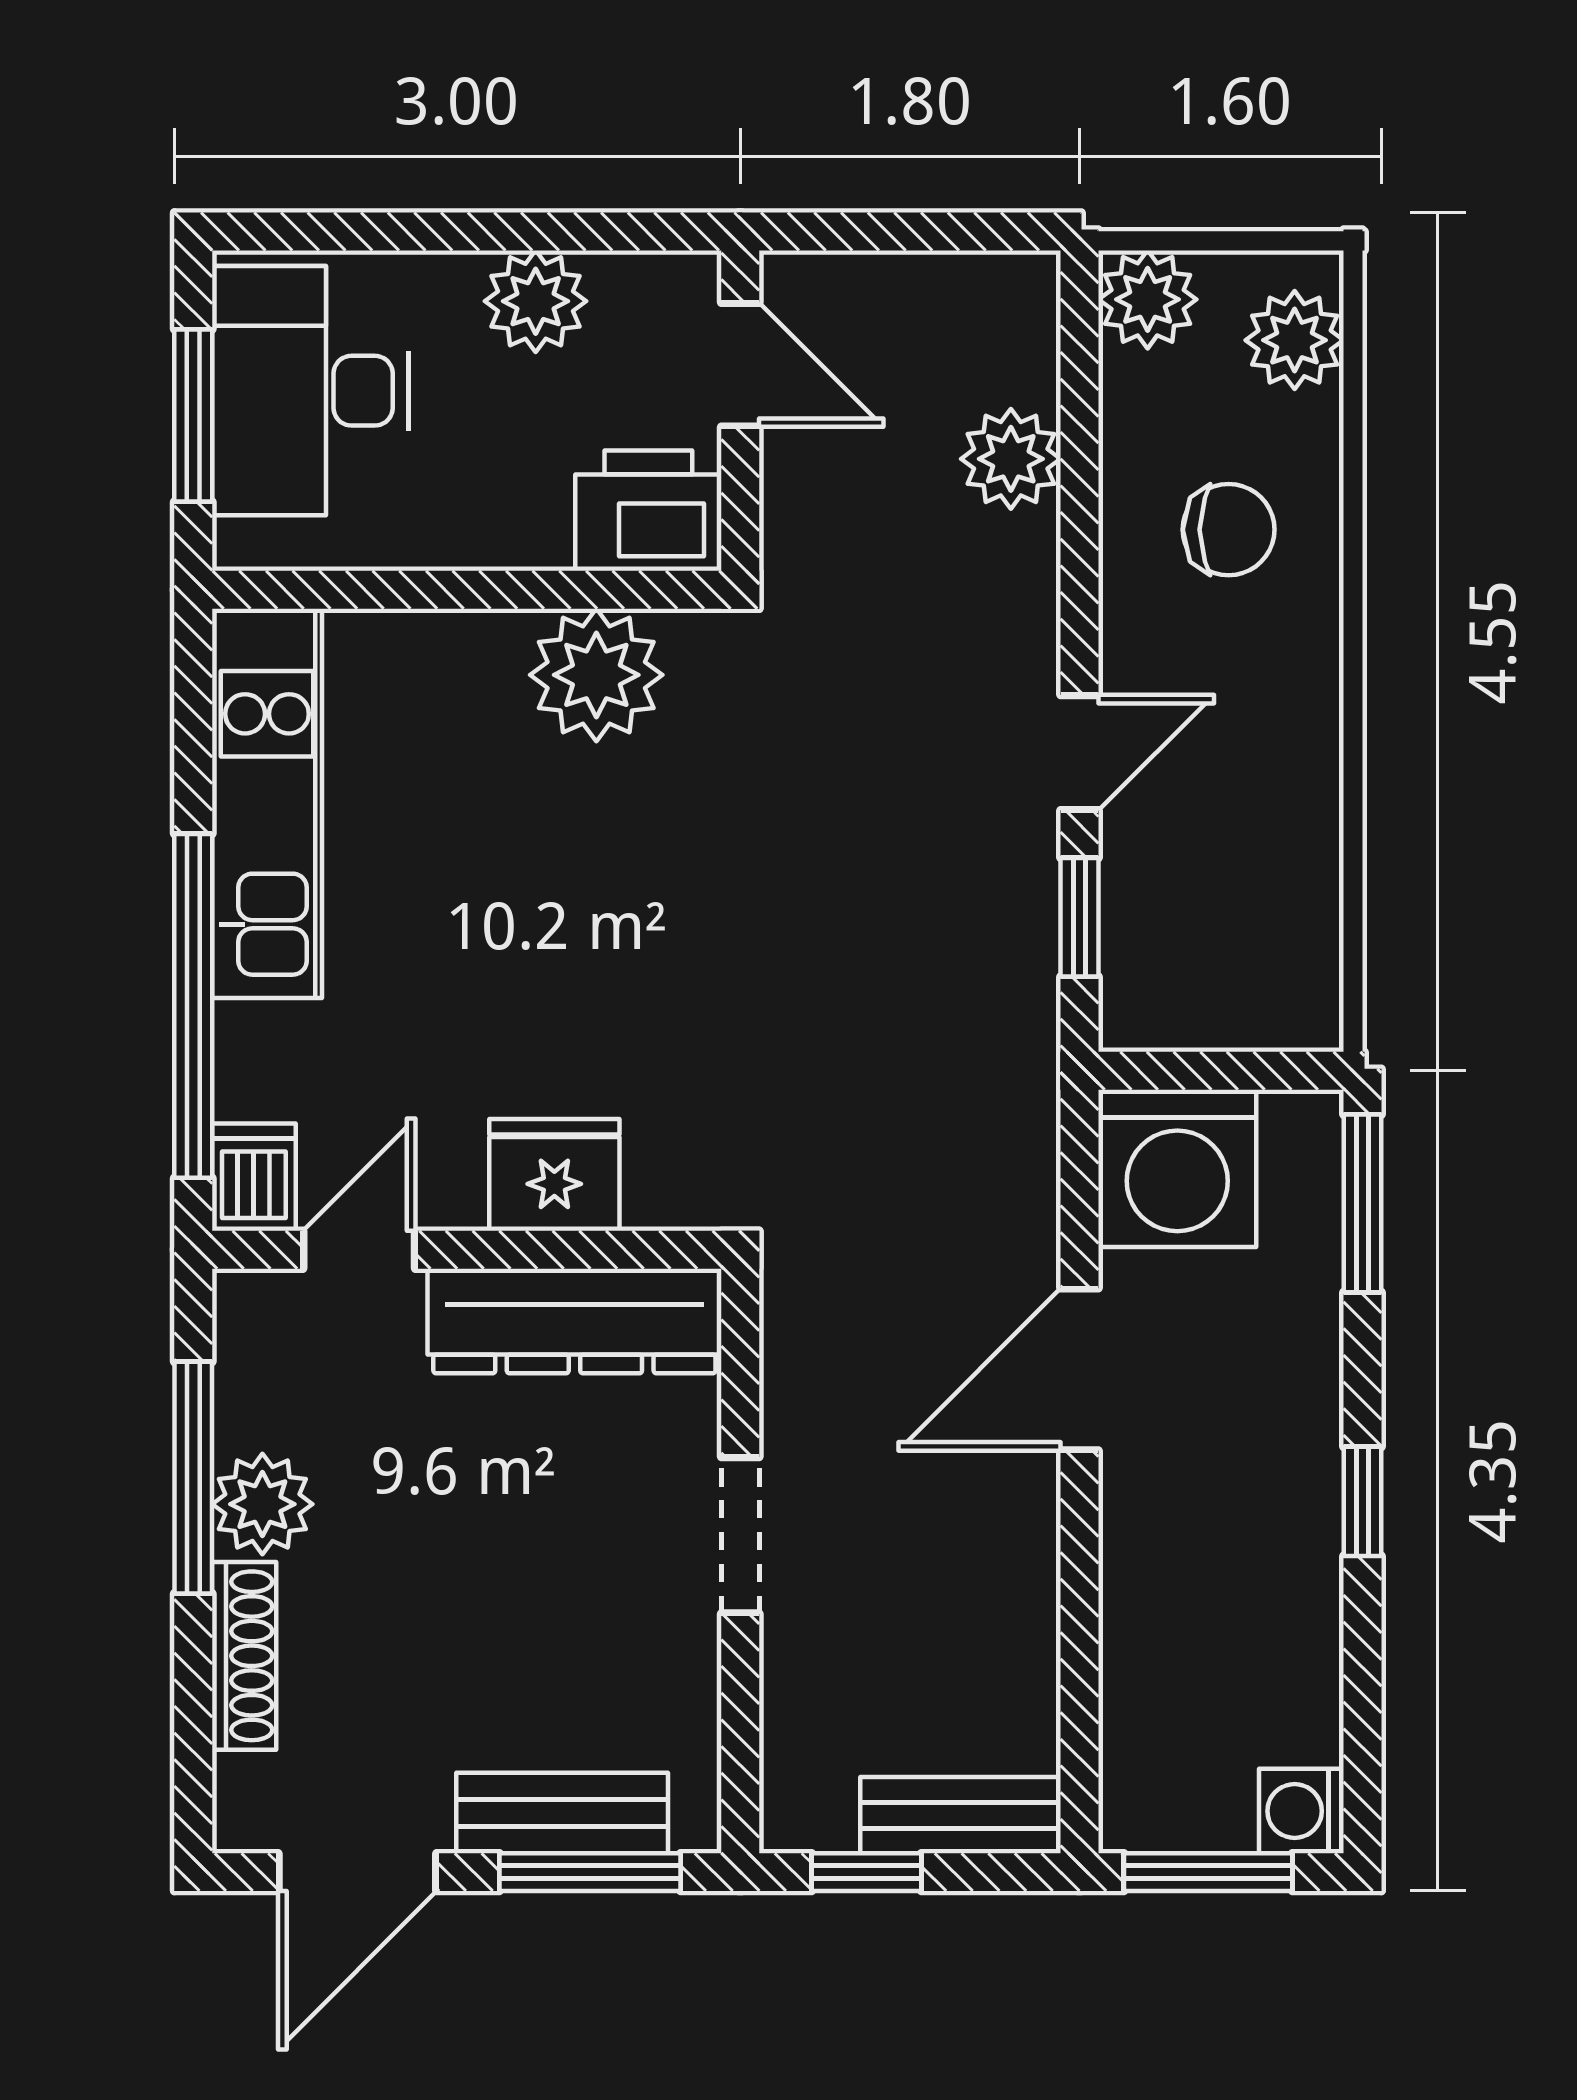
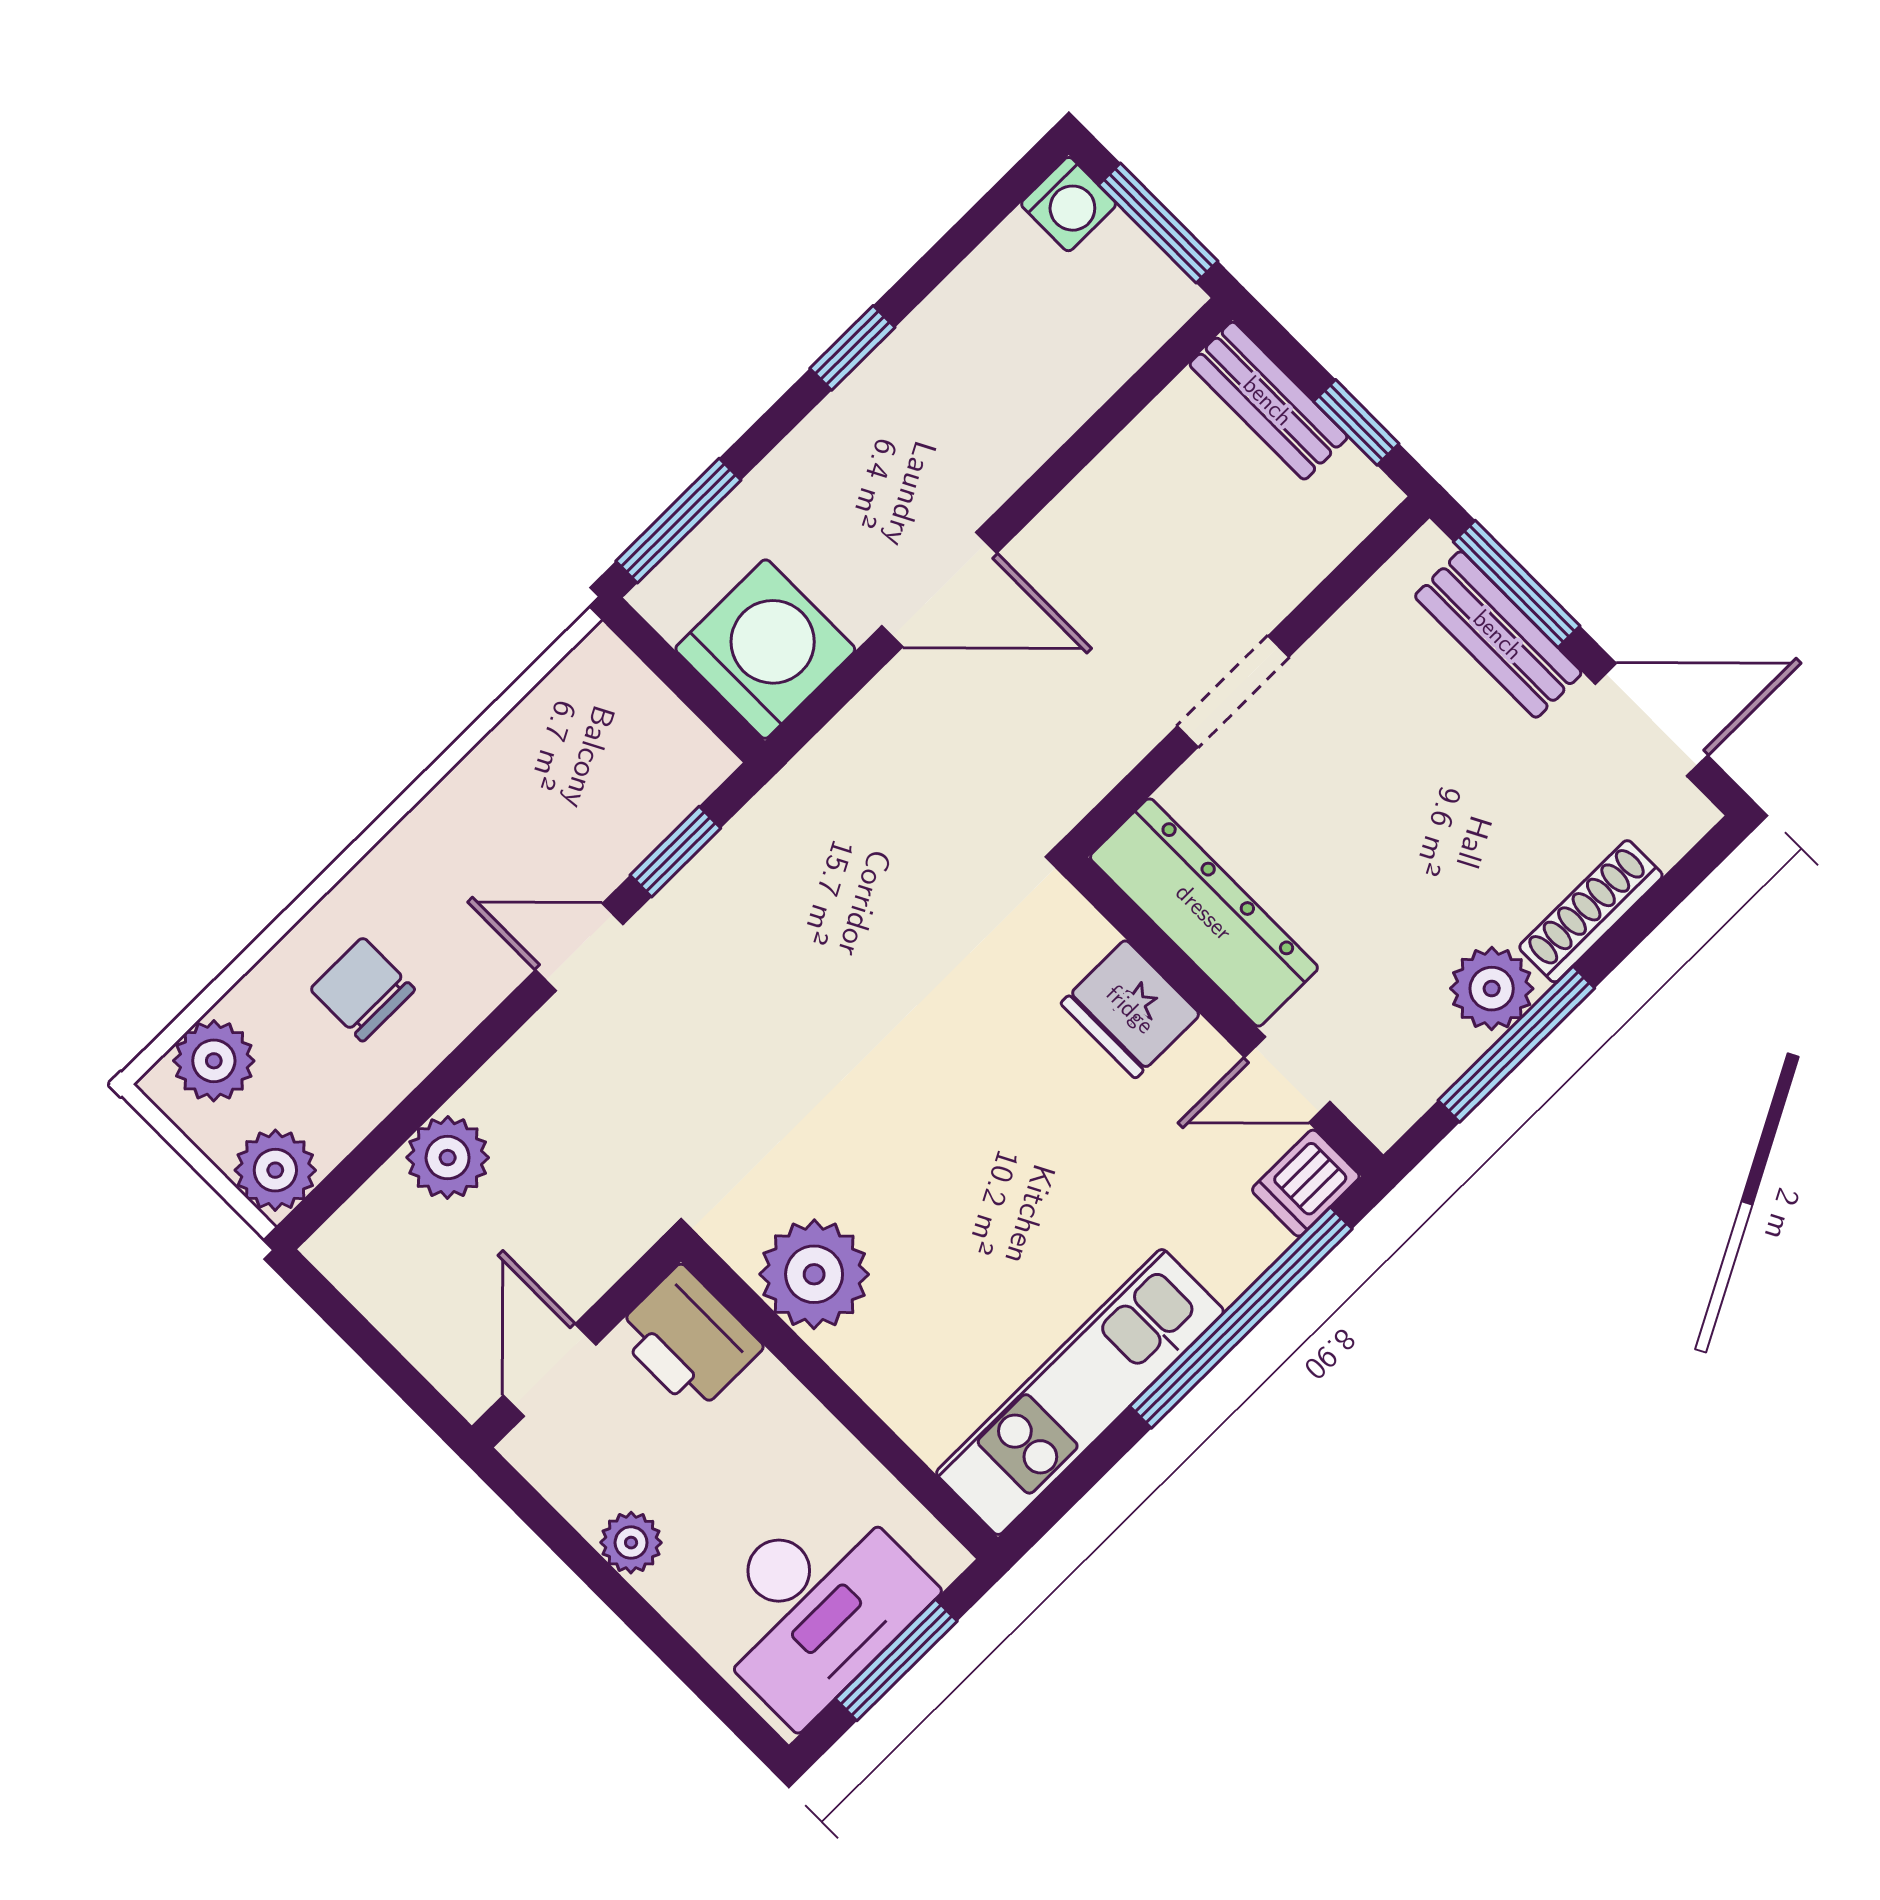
plant: (536, 301) -> (631, 1543), width x0.73, depth x0.73

